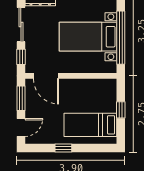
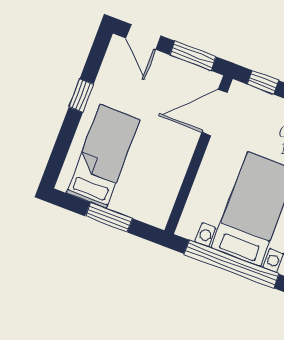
window: (121, 110) -> (109, 217), width x1.50

